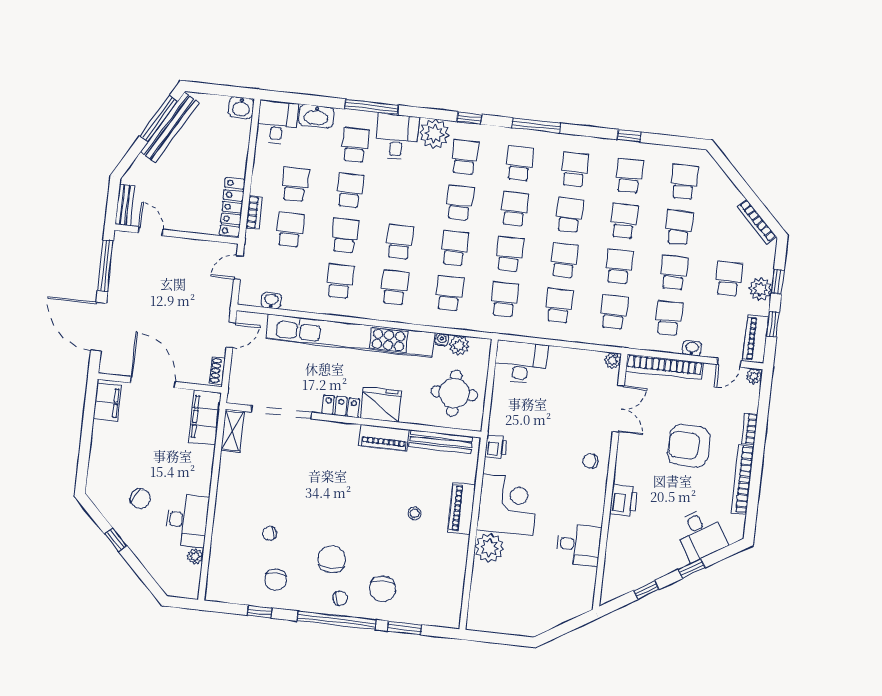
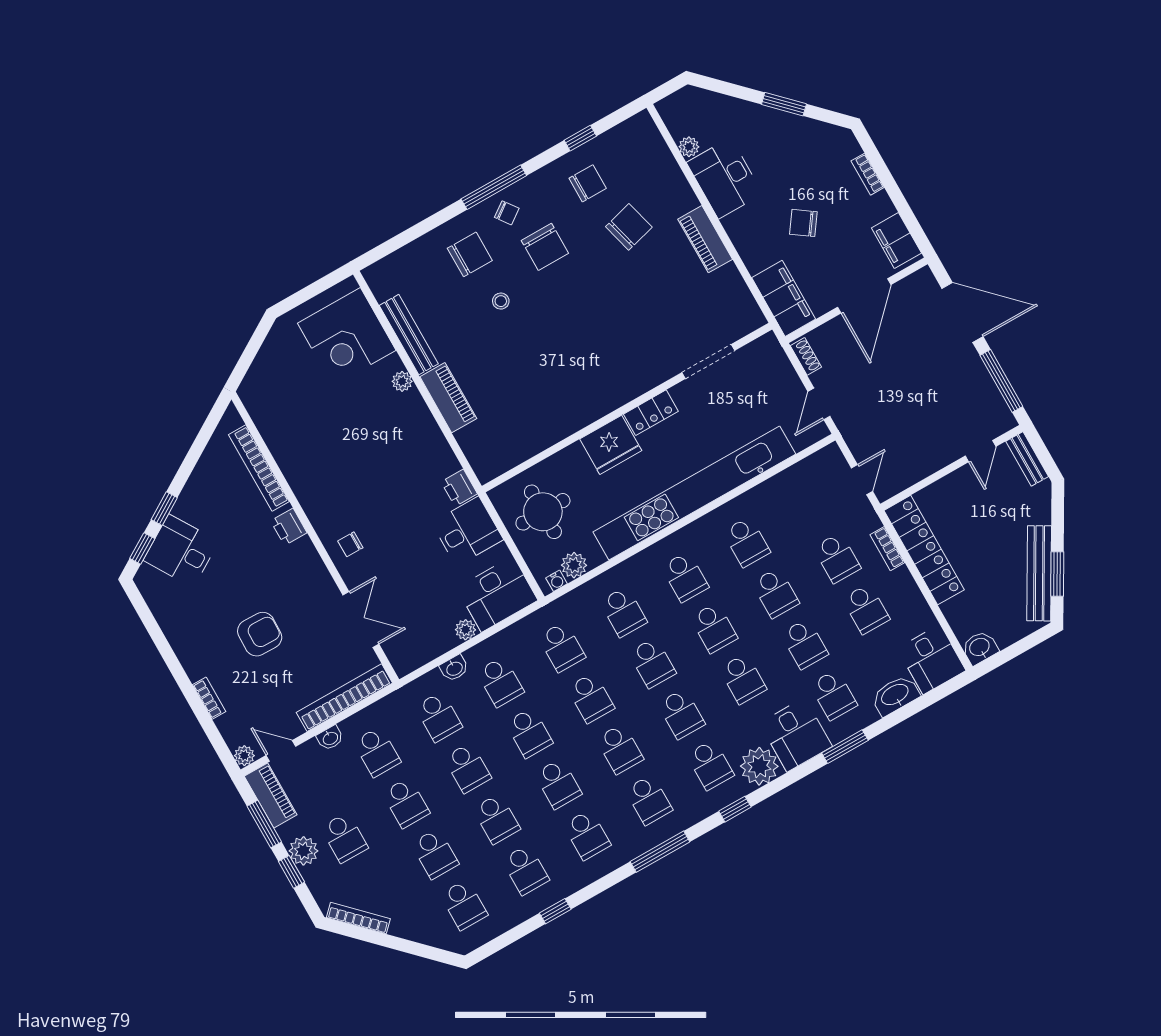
window: (371, 107) -> (845, 747), width x0.69
window: (159, 119) -> (1057, 574), width x0.69
school desk: (405, 196) -> (743, 679), added
locker: (232, 207) -> (924, 550), width x1.41, depth x1.21
door: (151, 231) -> (981, 451), hinge flipped
washbasin: (271, 300) -> (454, 668), moved
window: (773, 324) -> (264, 824), width x1.50
water cooler: (442, 340) -> (557, 581), moved
plant: (613, 361) -> (466, 630), moved
door: (729, 363) -> (281, 751), hinge flipped
door: (153, 382) -> (864, 296), hinge flipped
double door: (618, 409) -> (361, 620), swing flipped
doorway: (281, 412) -> (708, 362), width x0.73
shelving: (232, 431) -> (745, 306), removed
piano: (384, 438) -> (705, 239), moved, turned -90
bench: (441, 442) -> (409, 335), moved, turned 90
armchair: (689, 446) -> (260, 634), width x0.73, depth x0.73
bookcase: (95, 457) -> (868, 174), added
chair: (590, 461) -> (350, 544), turned 180
bookcase: (743, 480) -> (259, 468), moved, turned 180
chair: (140, 499) -> (803, 223), moved
printer: (624, 500) -> (289, 527), width x0.73, depth x0.81
corner desk: (508, 505) -> (347, 337), moved
stool: (415, 513) -> (501, 301), moved
chair: (270, 533) -> (629, 227), width x1.87, depth x1.87
window: (116, 540) -> (784, 104), width x1.50
desk: (579, 545) -> (467, 531), moved, turned 180
plant: (489, 548) -> (402, 381), width x0.53, depth x0.53
chair: (276, 580) -> (588, 183), turned 90
chair: (382, 589) -> (470, 254), turned 90
window: (646, 590) -> (142, 549), moved
chair: (340, 598) -> (507, 213), turned -105
window: (337, 620) -> (494, 187), width x0.68
window: (404, 628) -> (418, 231), removed

